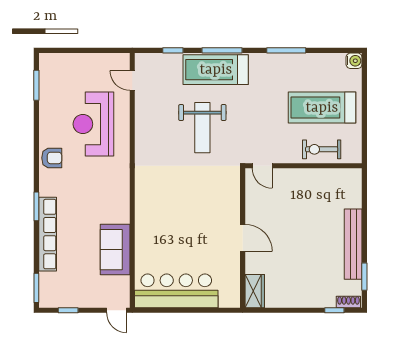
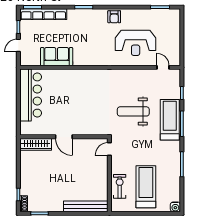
door: (132, 80) -> (163, 67), hinge flipped
reception desk: (93, 124) -> (136, 43), turned 180
row of seats: (48, 234) -> (43, 14), moved
door: (243, 238) -> (64, 137), hinge flipped
bench: (353, 244) -> (86, 206), moved
wardrobe: (255, 291) -> (36, 144), width x1.50
door: (117, 310) -> (18, 45), moved

